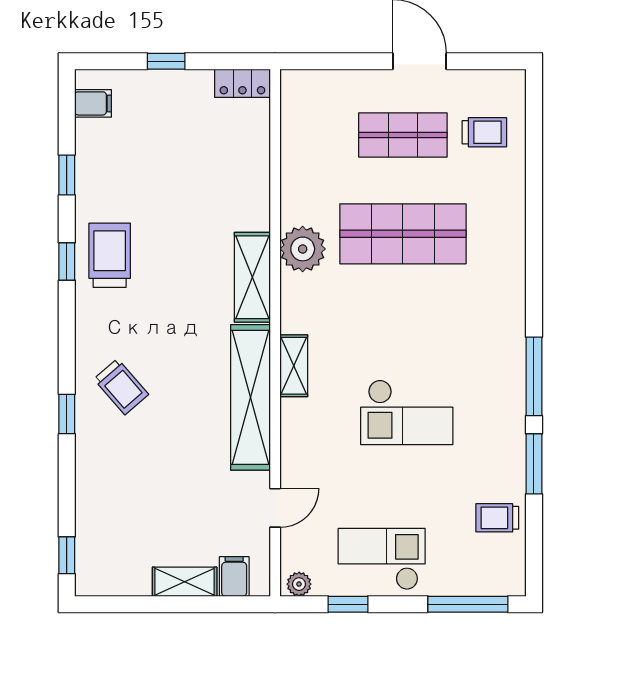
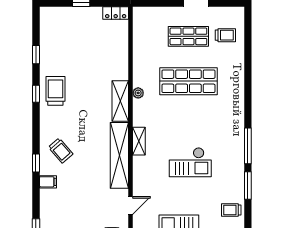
filing cabinet: (93, 103) -> (48, 182), moved
plant: (303, 249) -> (138, 93), width x0.53, depth x0.53

